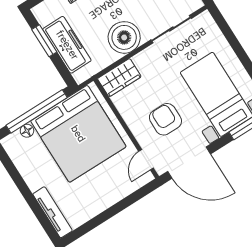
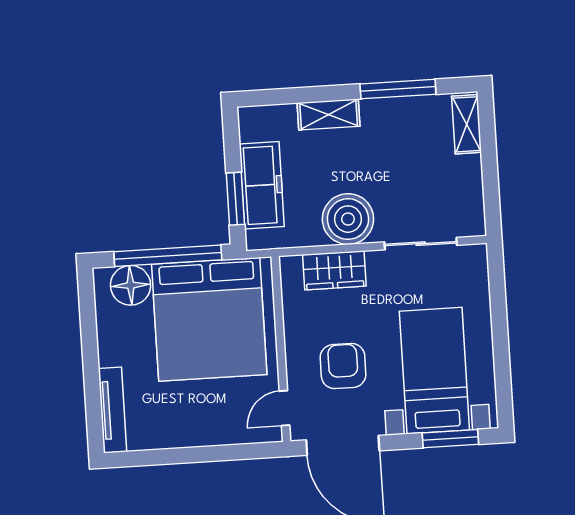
window: (44, 41) -> (235, 199), moved
wardrobe: (119, 78) -> (334, 270), moved
floor lamp: (27, 131) -> (131, 285), width x1.89, depth x1.89

